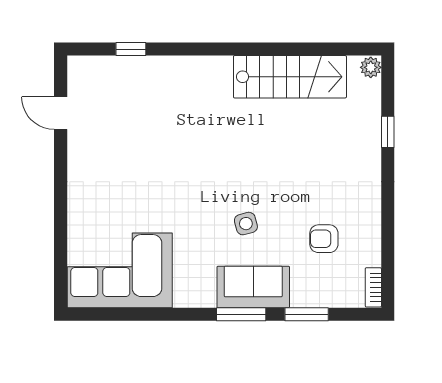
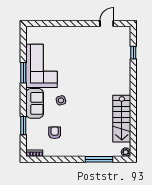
window: (388, 132) -> (99, 159), width x2.17
corner sofa: (120, 270) -> (42, 66), moved
window: (241, 314) -> (23, 73), moved

